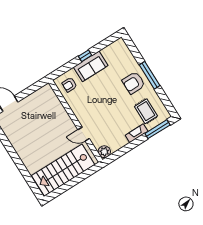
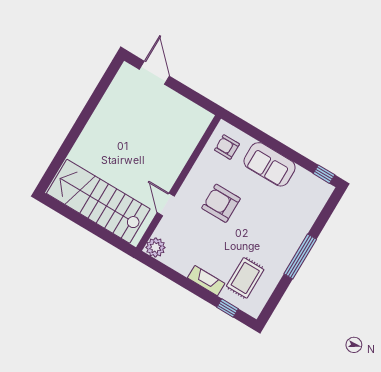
window: (85, 56) -> (324, 174), moved
armchair: (134, 83) -> (221, 203), moved
window: (157, 129) -> (227, 308), width x0.46

